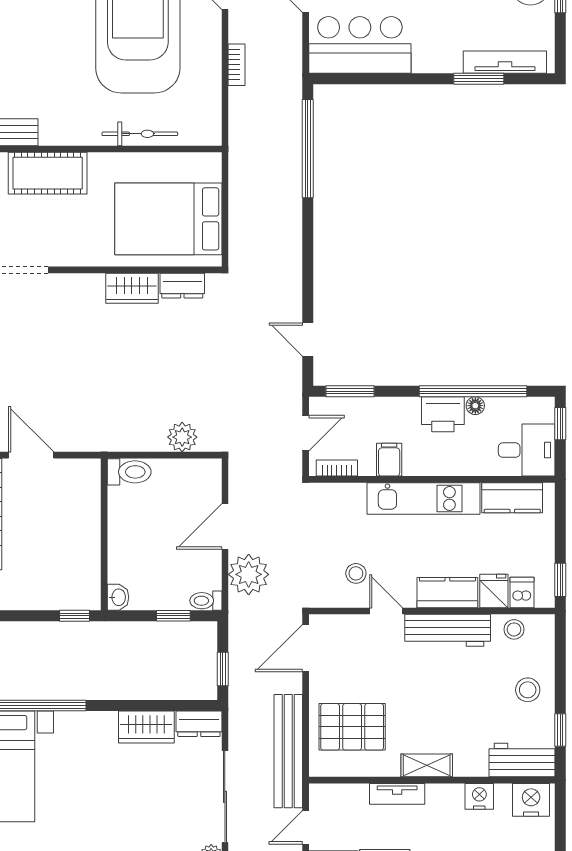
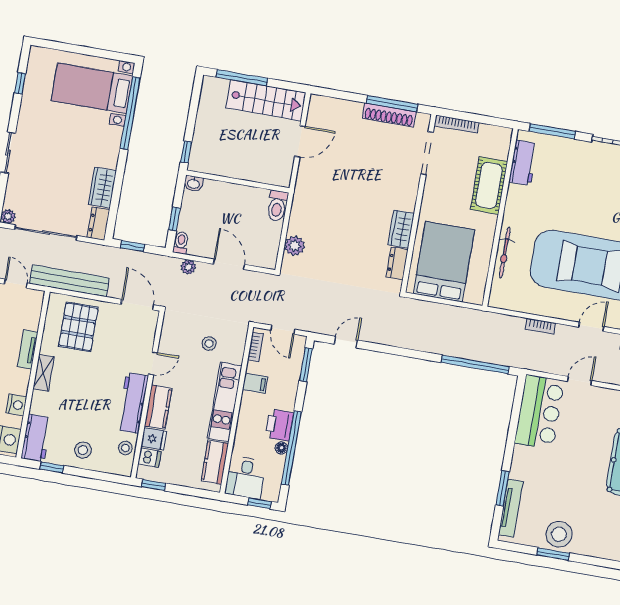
stool: (356, 573) -> (209, 344), moved
plant: (249, 574) -> (188, 267), width x0.53, depth x0.53

